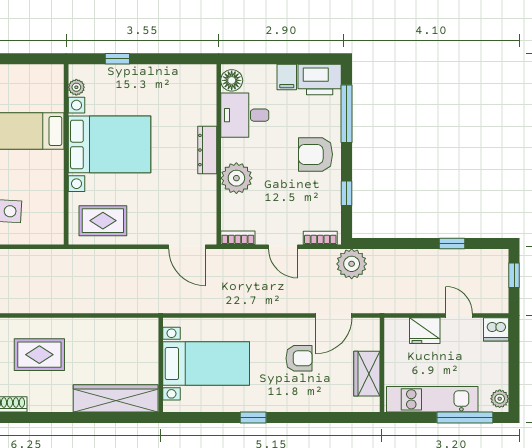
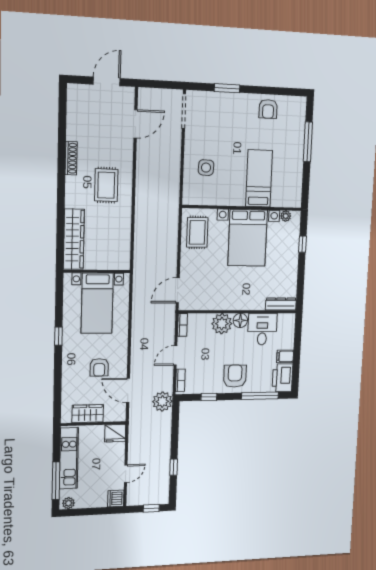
floor lamp: (232, 80) -> (240, 320), moved
dresser: (207, 150) -> (281, 304), moved
fridge: (425, 331) -> (115, 433), moved, turned -90

